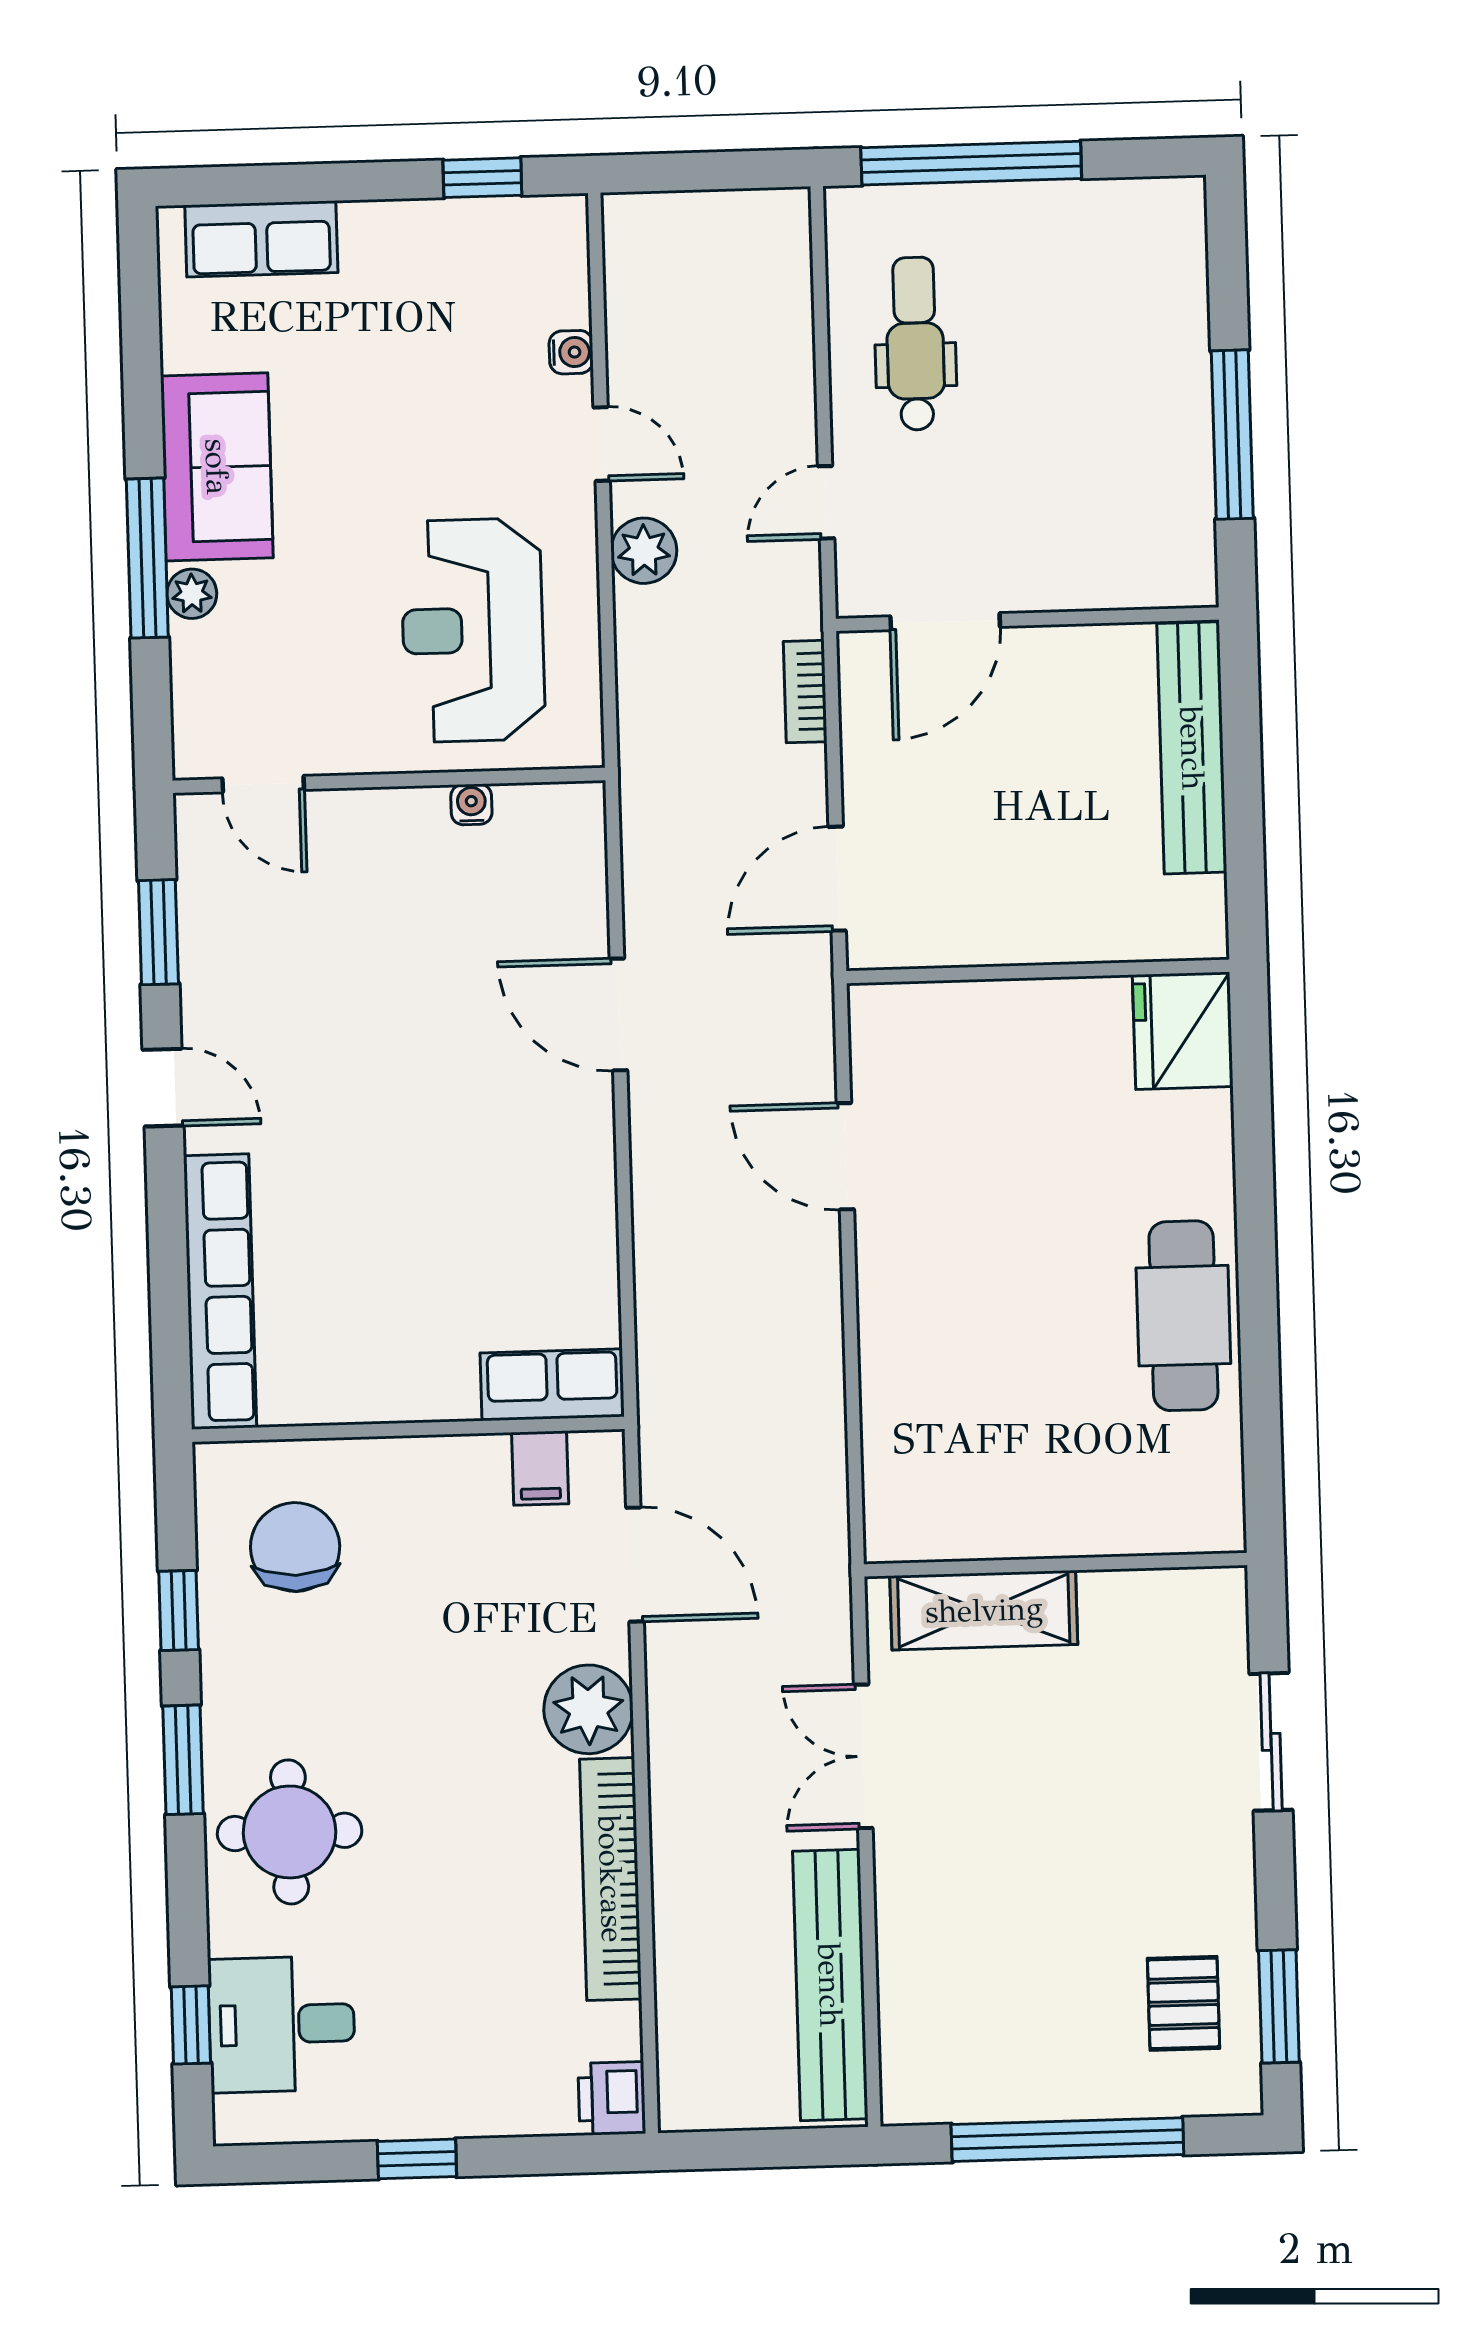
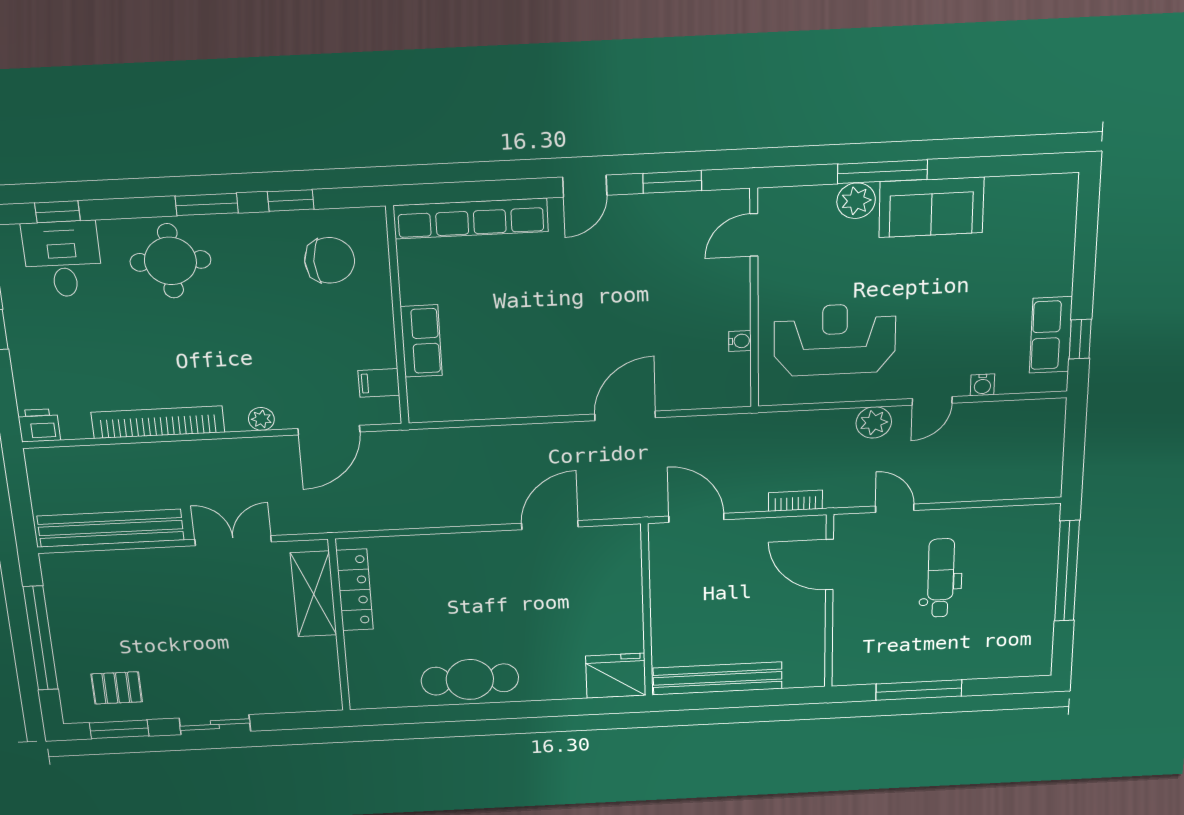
row of seats: (261, 239) -> (1051, 335), moved
dental chair: (915, 344) -> (941, 578), moved, turned -90
plant: (192, 594) -> (856, 201), width x1.38, depth x1.38
bench: (1192, 748) -> (718, 678), moved
row of seats: (552, 1385) -> (421, 341), moved
locker: (977, 1531) -> (355, 590), added
plant: (588, 1709) -> (261, 419), width x0.53, depth x0.53
sliding door: (1271, 1742) -> (215, 725), moved

